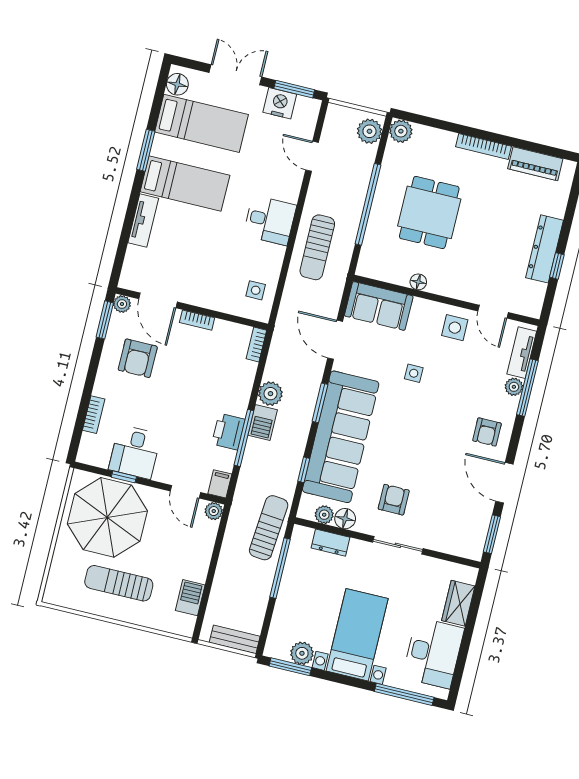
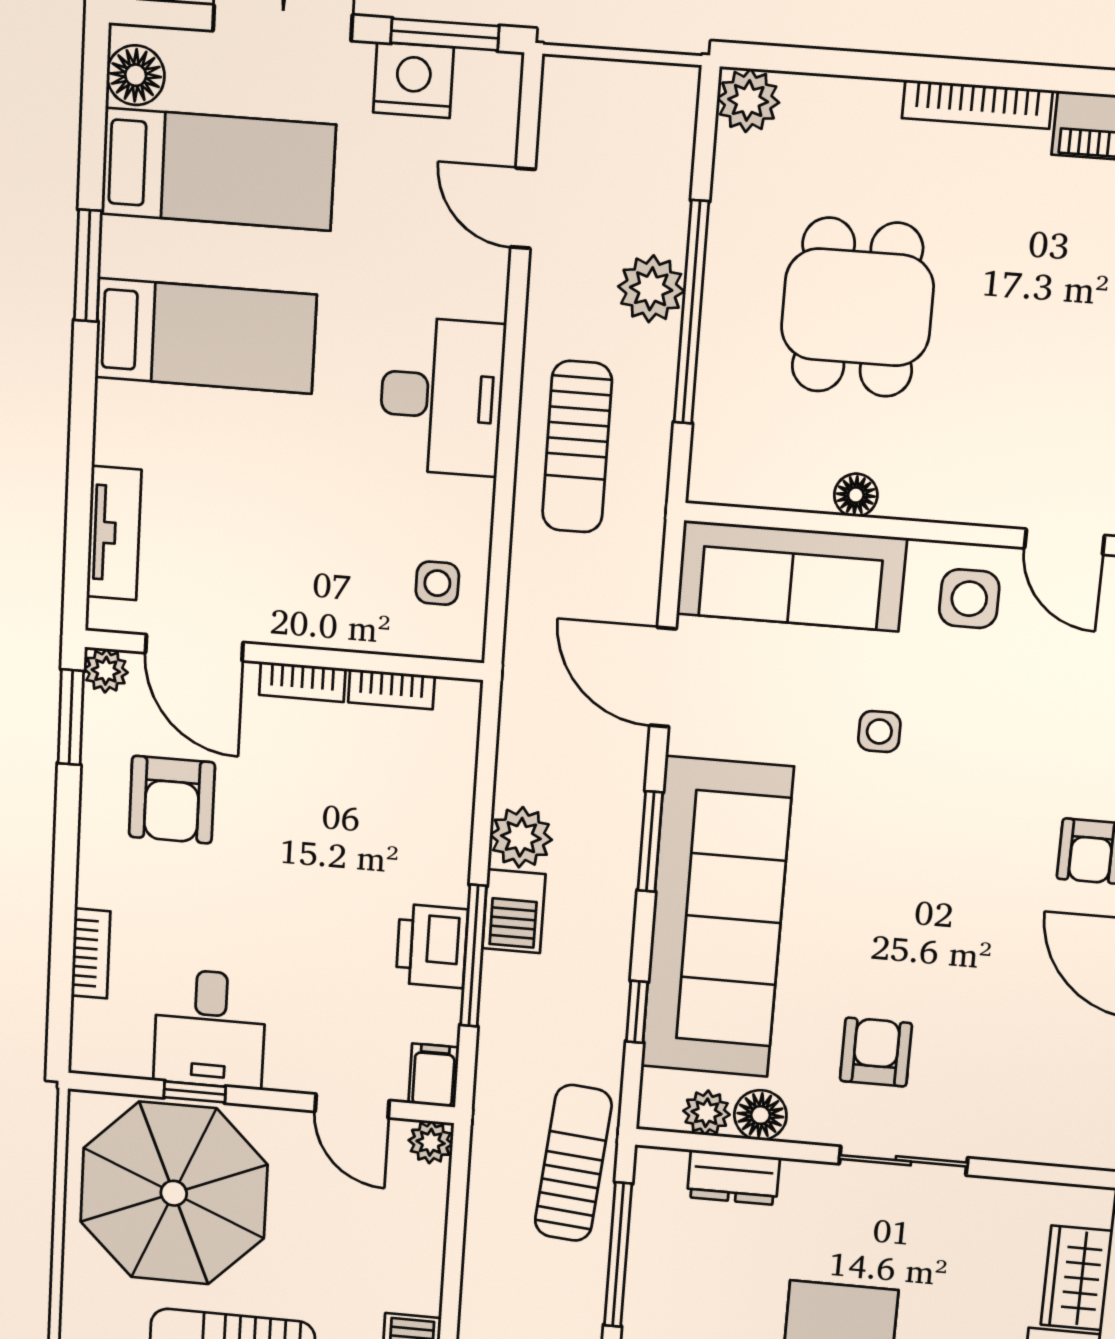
plant: (369, 131) -> (651, 289), moved
tv unit: (143, 220) -> (114, 533), moved
desk: (270, 220) -> (442, 396), width x1.37
sofa: (379, 306) -> (791, 576), width x1.36
bookcase: (256, 345) -> (391, 689), moved, turned -90

